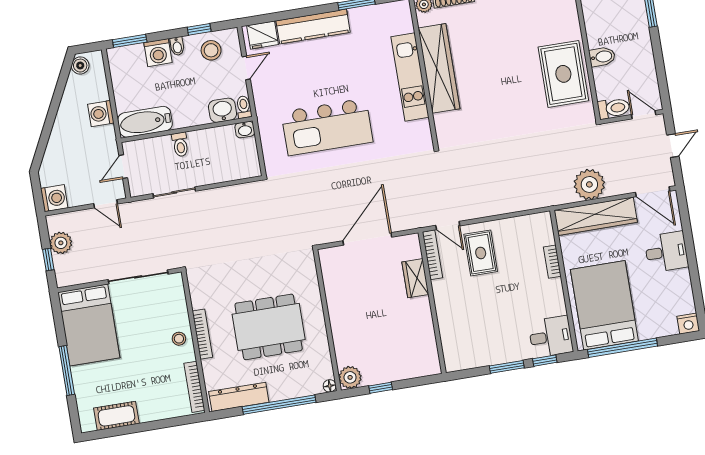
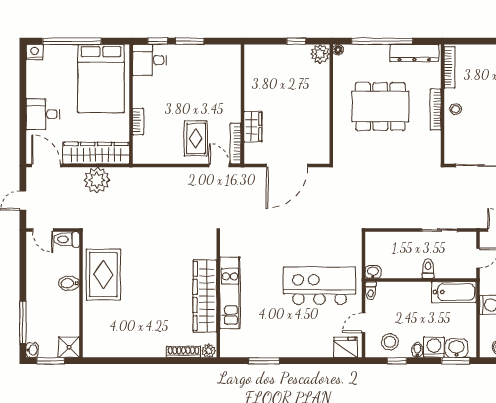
kitchen counter: (313, 26) -> (303, 348), removed
washbasin: (222, 110) -> (457, 348), moved, turned 180
kitchen island: (327, 127) -> (319, 286), moved
window: (622, 348) -> (72, 41), moved

